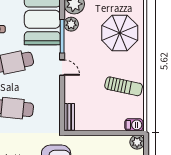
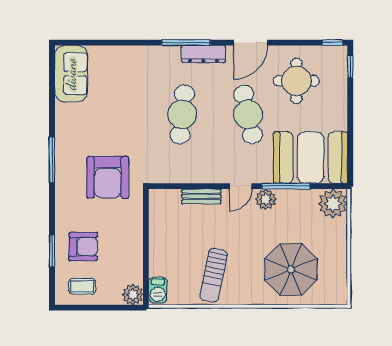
plant: (71, 24) -> (266, 199), moved
bench: (69, 117) -> (201, 196), moved

